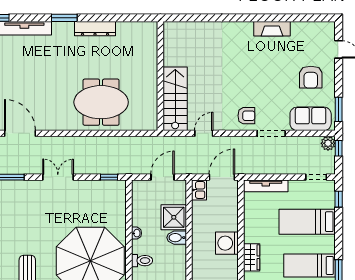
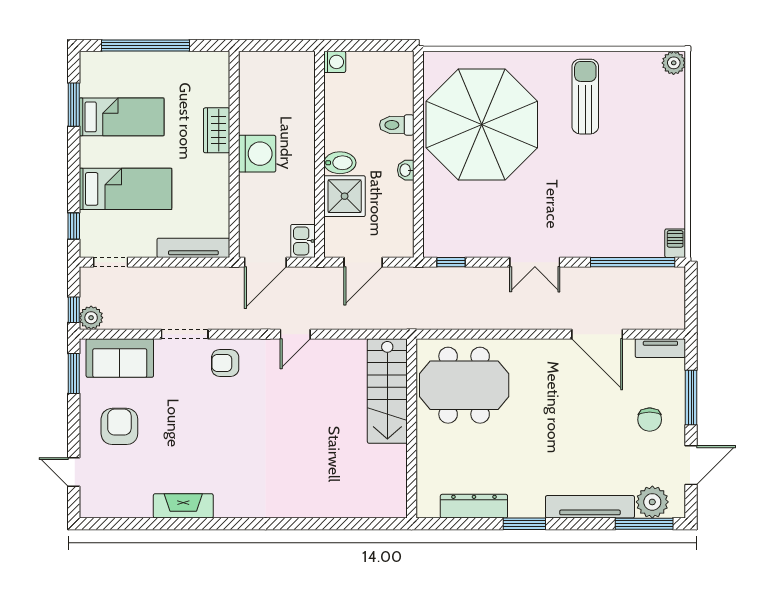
wall: (160, 76) -> (412, 428), moved
stairs: (175, 99) -> (387, 391), moved

